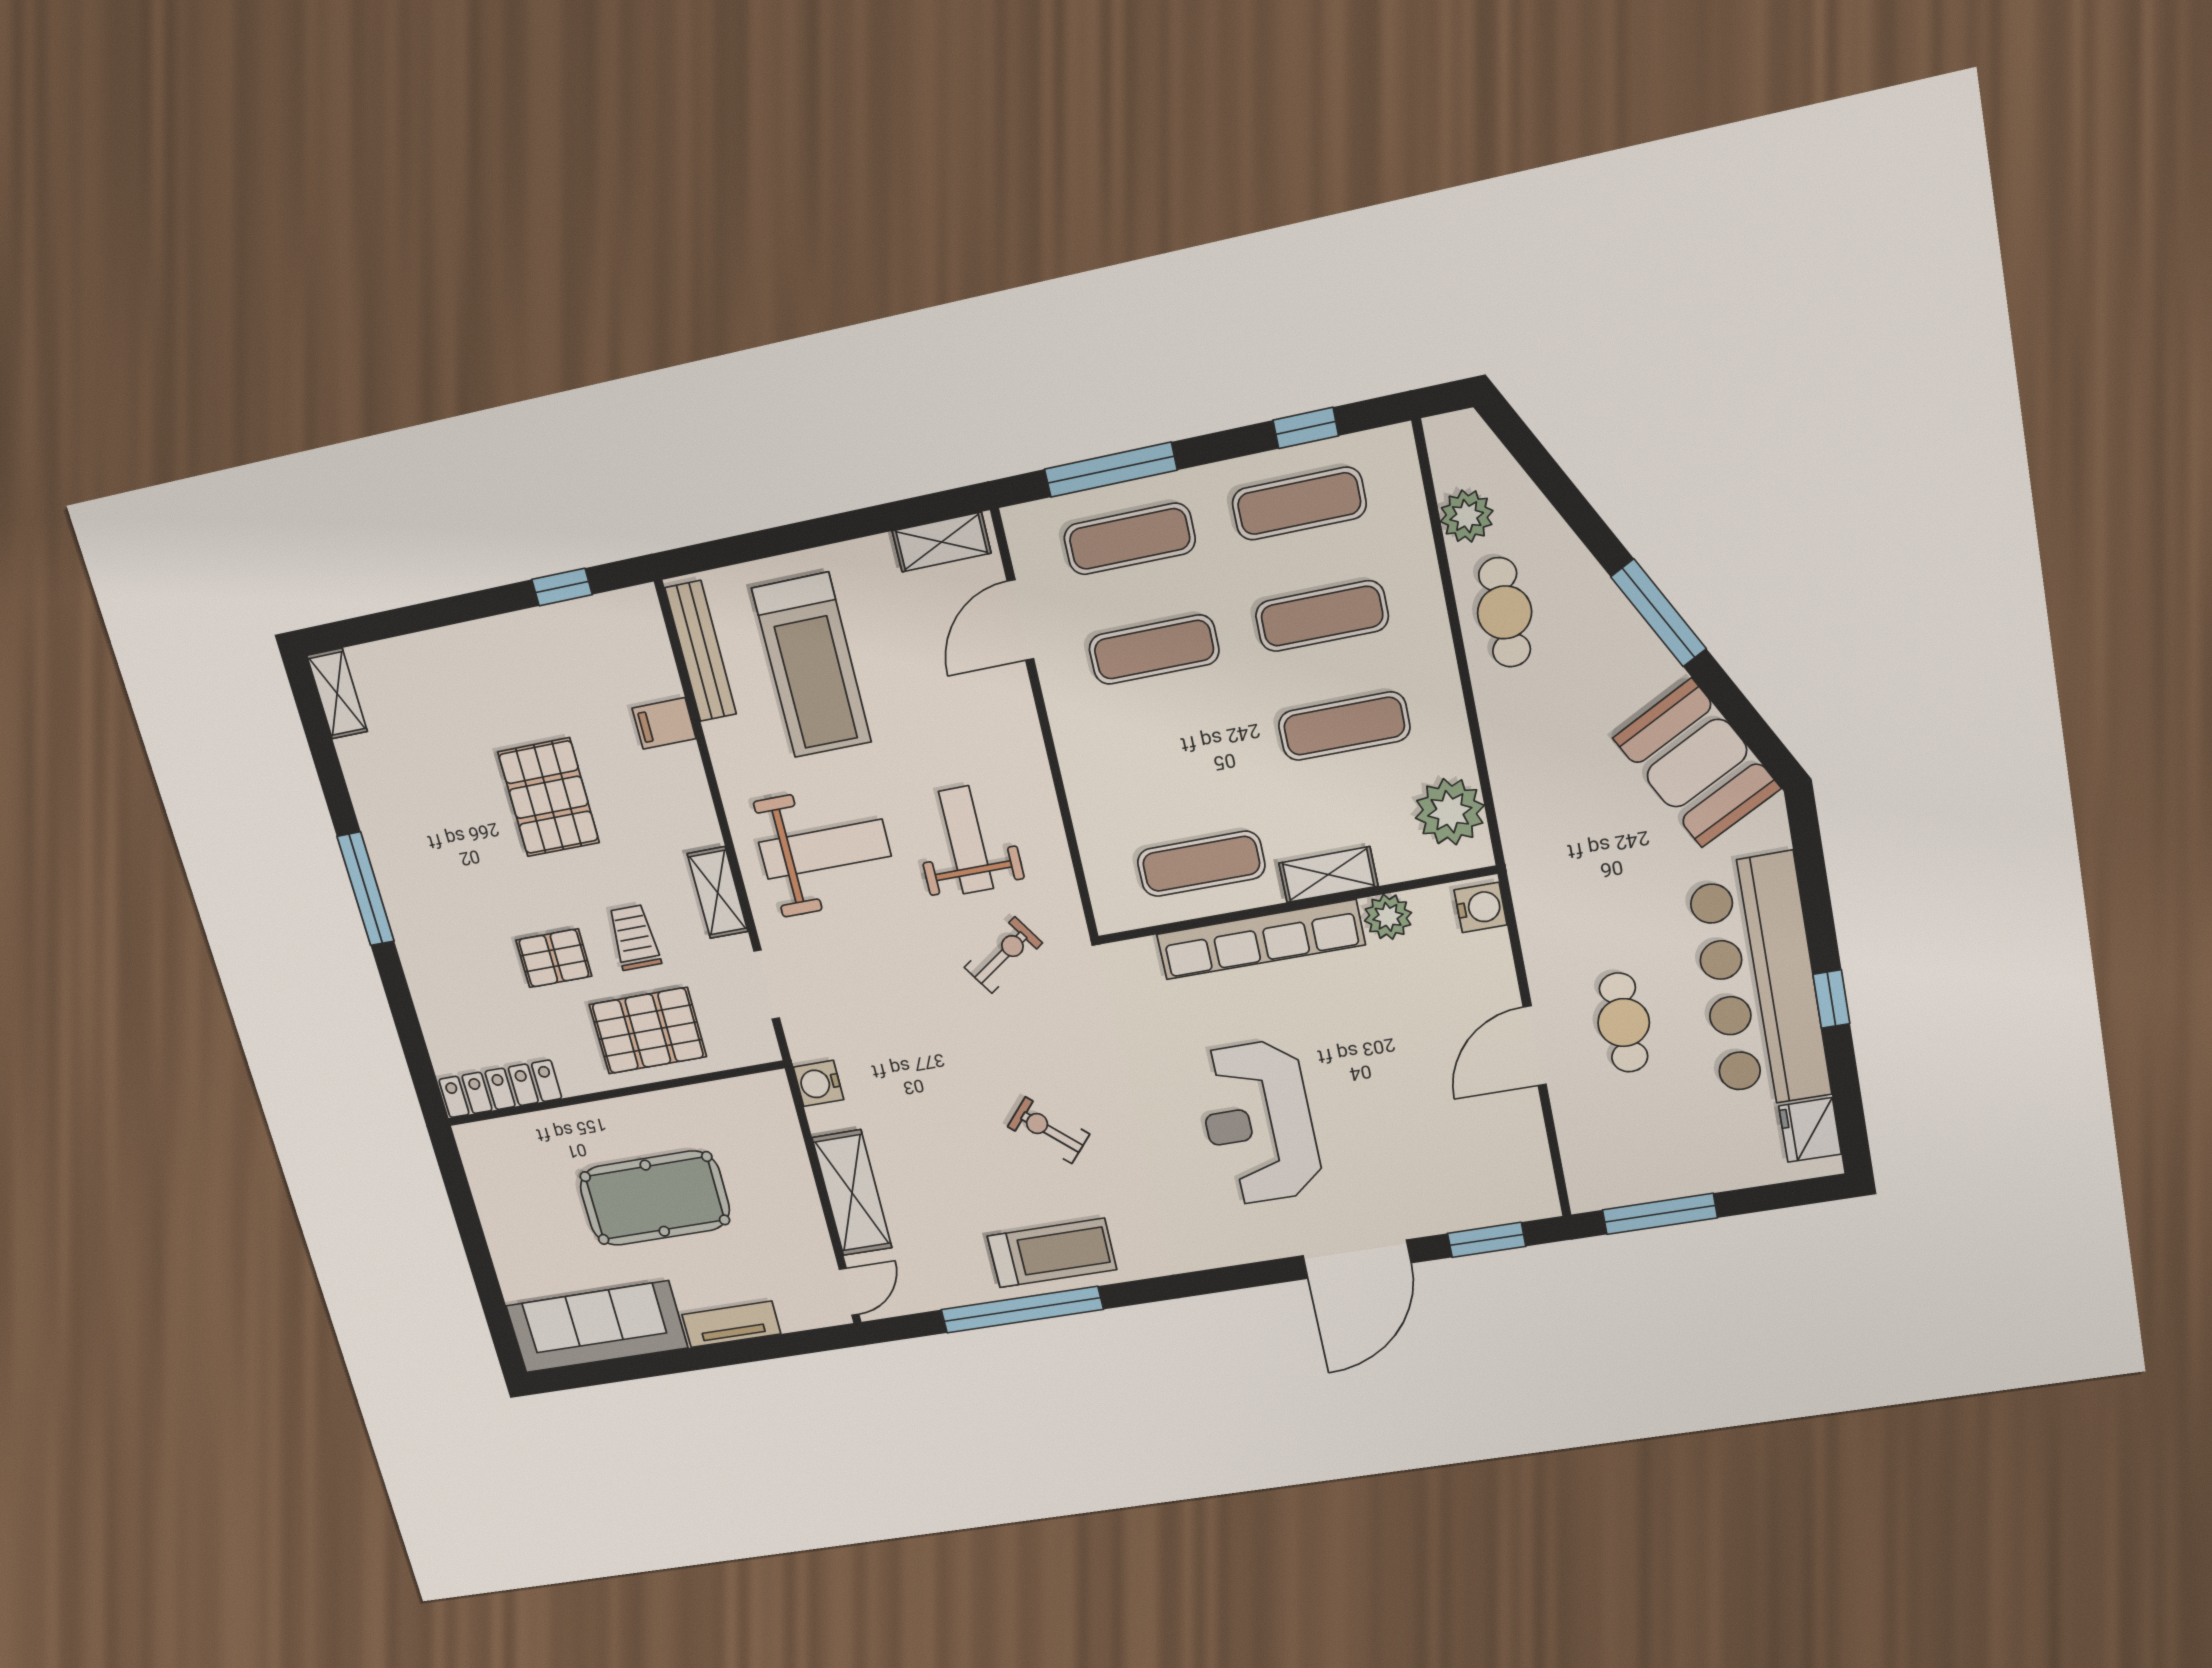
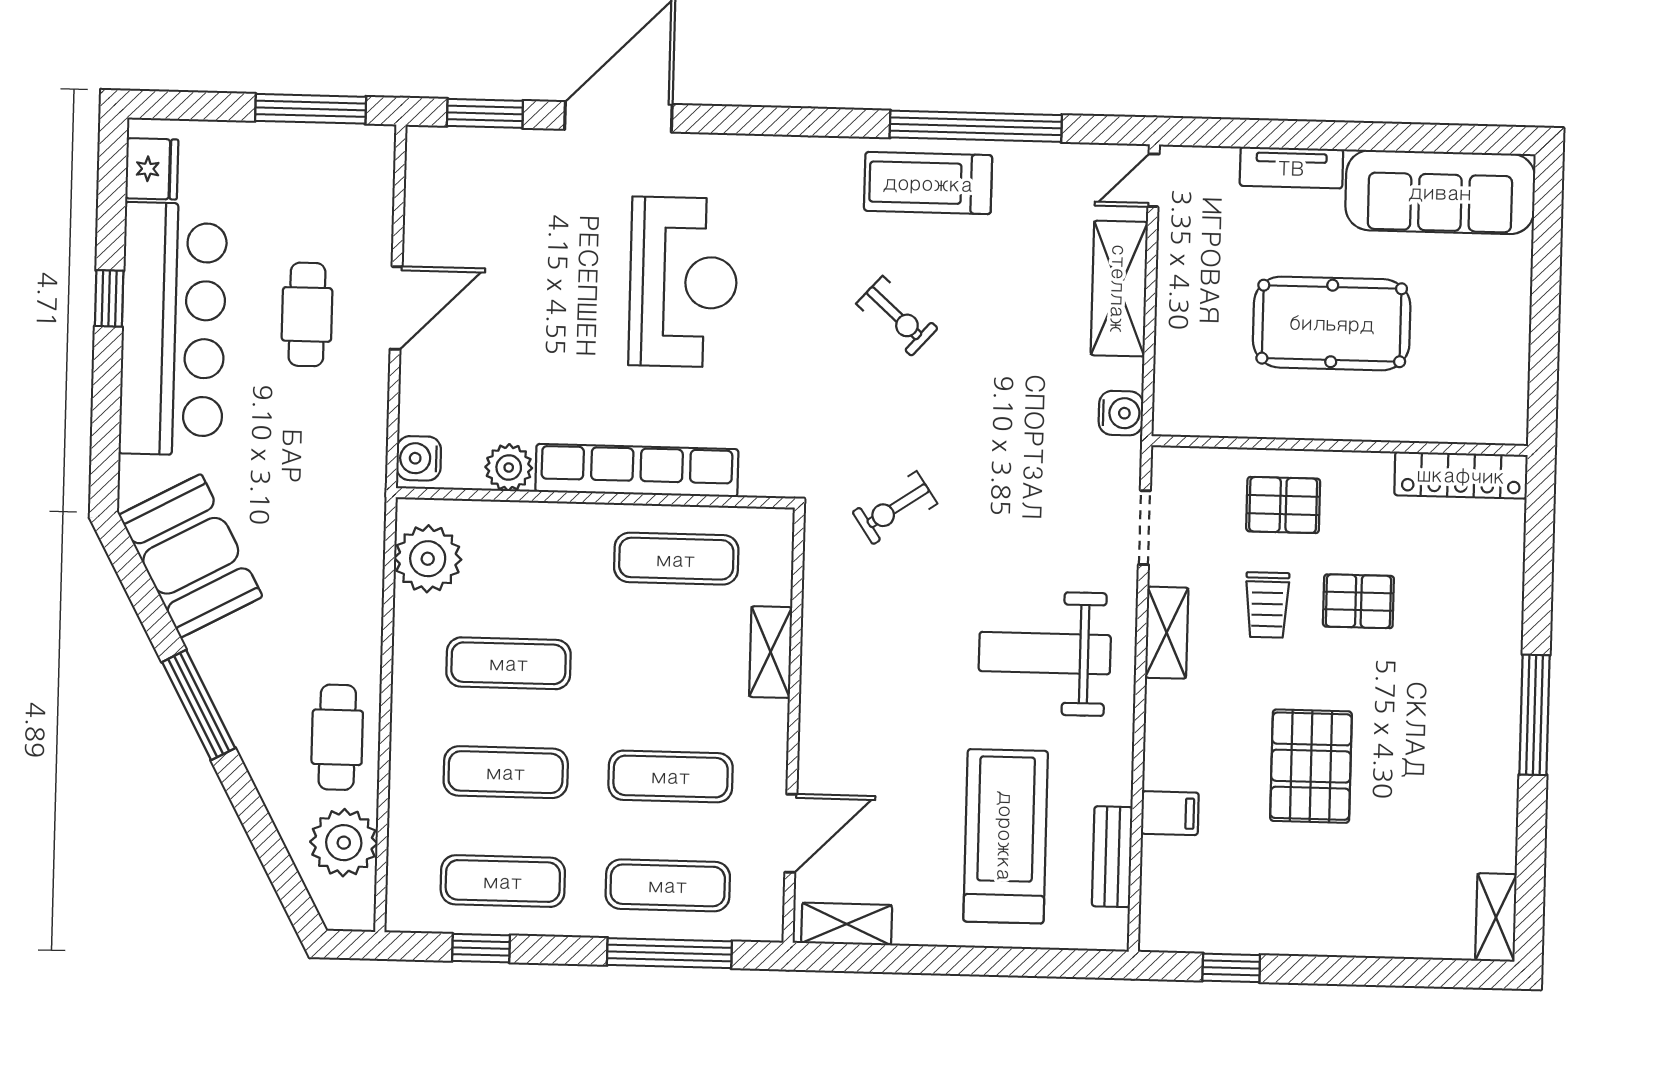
plant: (1467, 516) -> (344, 843), width x1.36, depth x1.36
bench: (701, 651) -> (1112, 857), width x0.73
weight bench: (966, 840) -> (901, 632), removed
shelving: (1328, 875) -> (771, 652), moved, turned 90
pallet: (648, 1031) -> (1283, 505), width x0.67, depth x0.71

